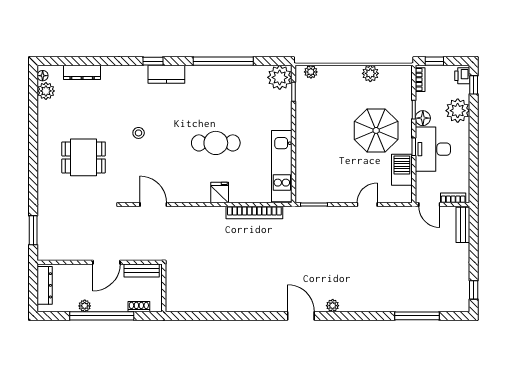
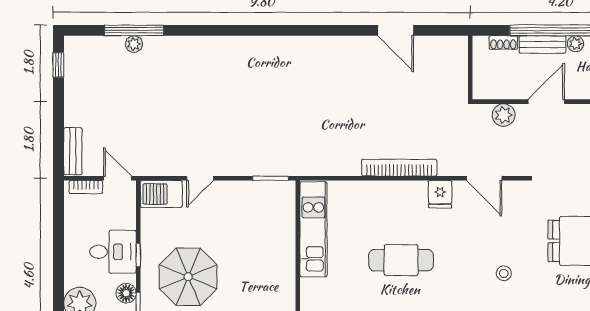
desk: (433, 149) -> (113, 252), width x0.73
barbecue: (402, 170) -> (161, 194), moved, turned 90
fridge: (220, 193) -> (440, 194), moved
bookcase: (254, 213) -> (399, 168), moved
plant: (139, 252) -> (504, 115), added
bench: (142, 270) -> (542, 44), moved
plant: (333, 306) -> (134, 44), moved
door: (301, 316) -> (396, 30), moved

